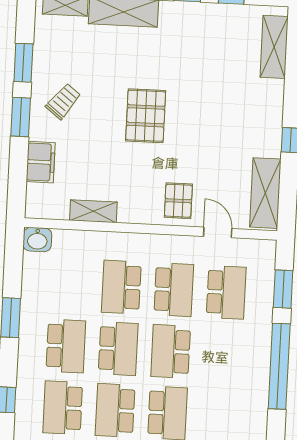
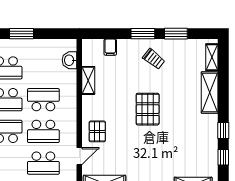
pallet: (146, 116) -> (148, 109), turned 90
filing cabinet: (41, 162) -> (110, 47), width x0.50
pallet: (178, 201) -> (97, 131), turned 90
washbasin: (37, 240) -> (69, 60), moved

